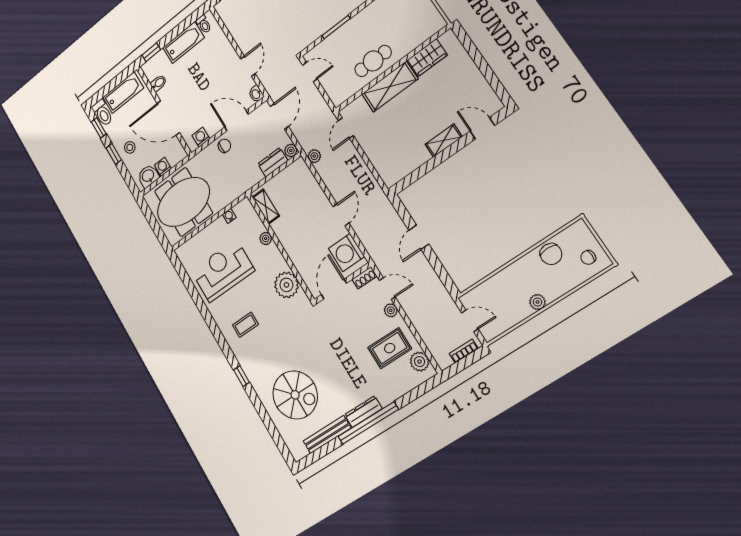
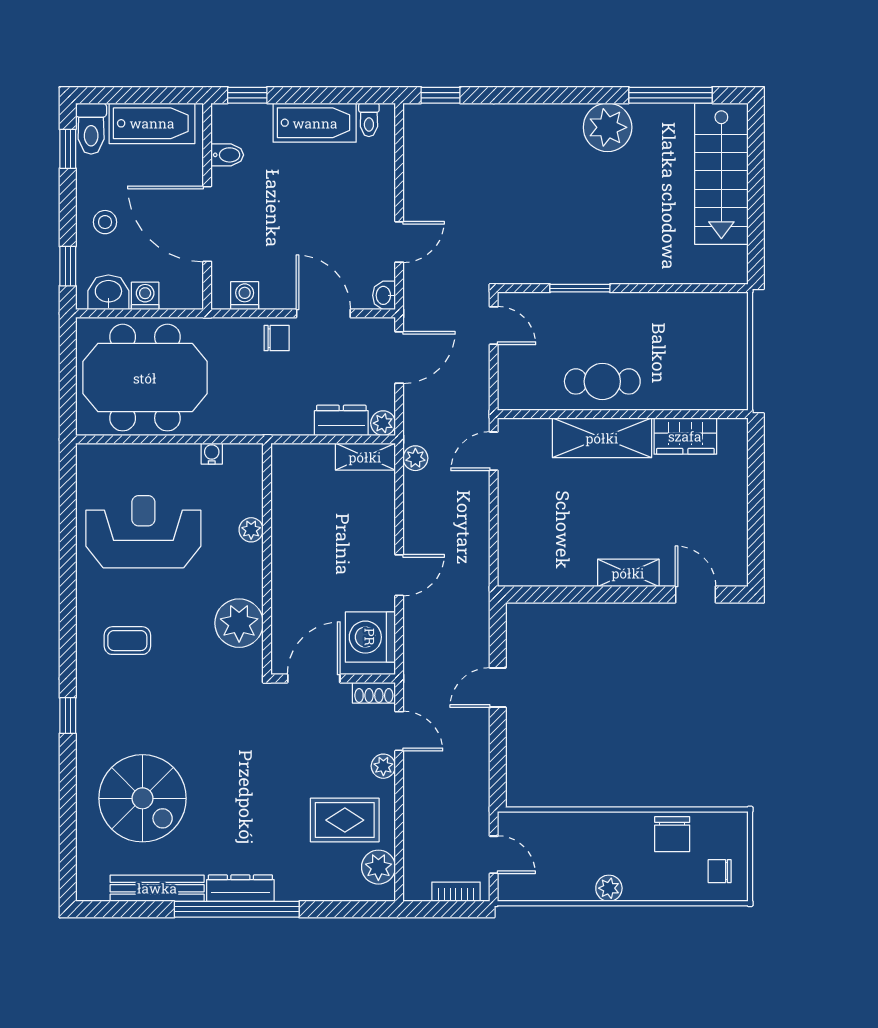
window: (114, 154) -> (68, 266), moved
shelving: (266, 207) -> (365, 457), moved, turned 90

